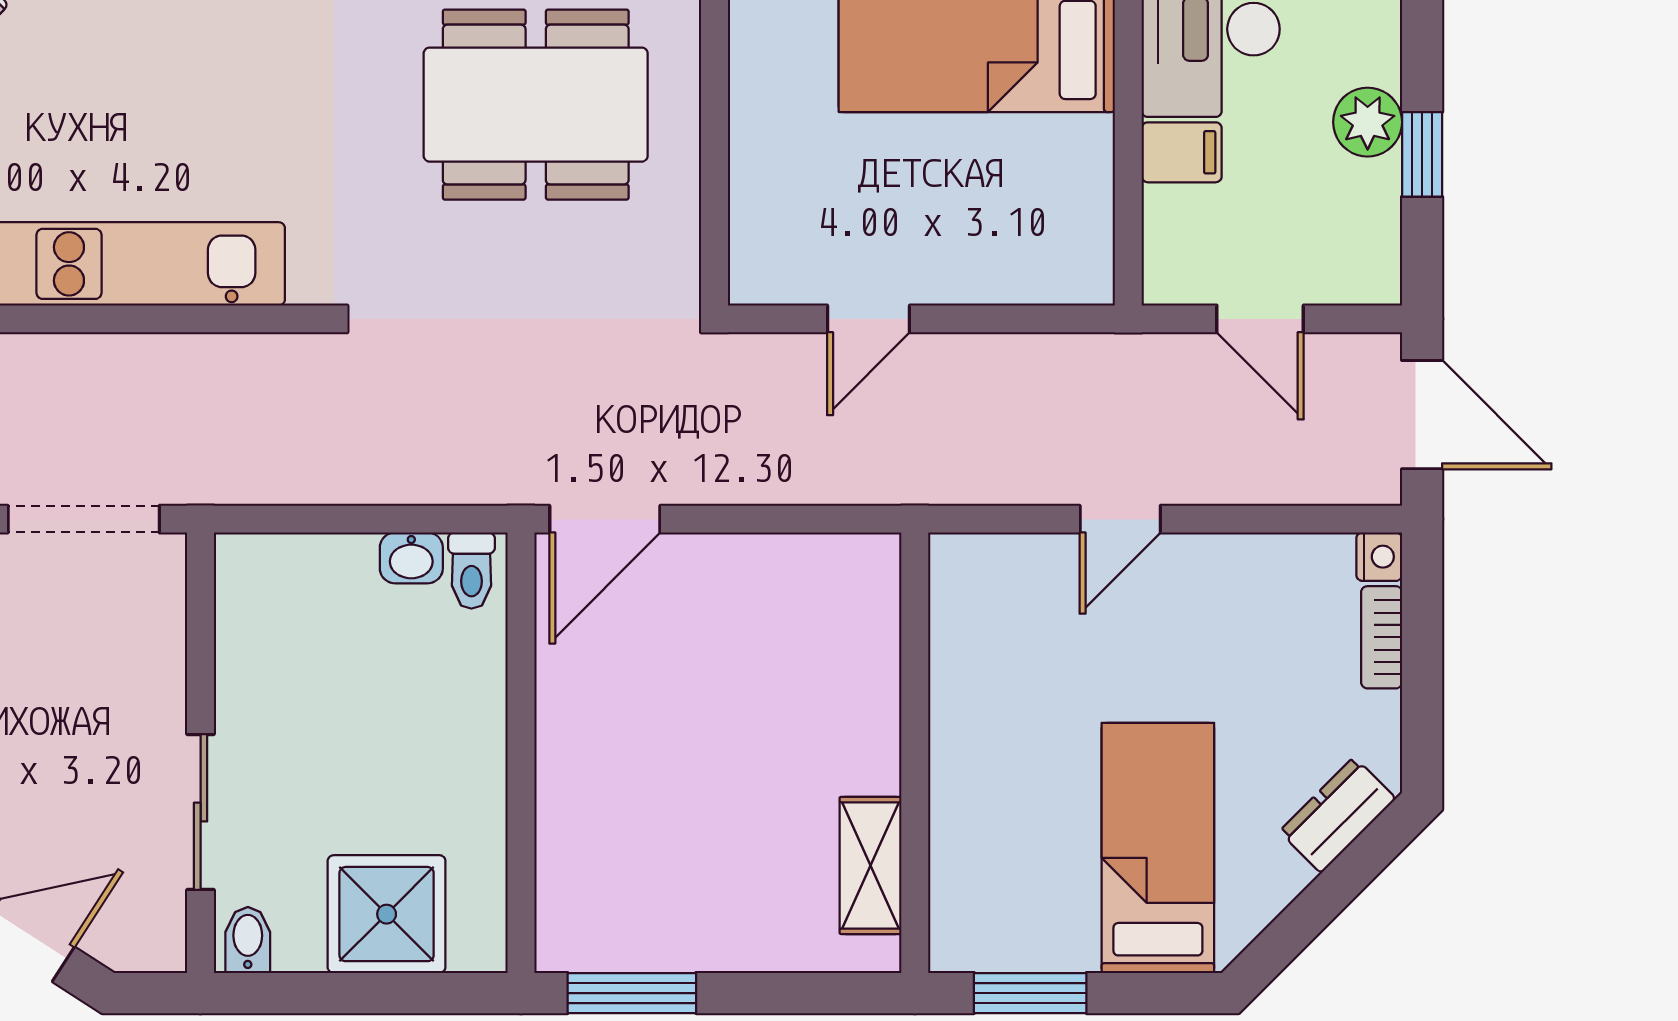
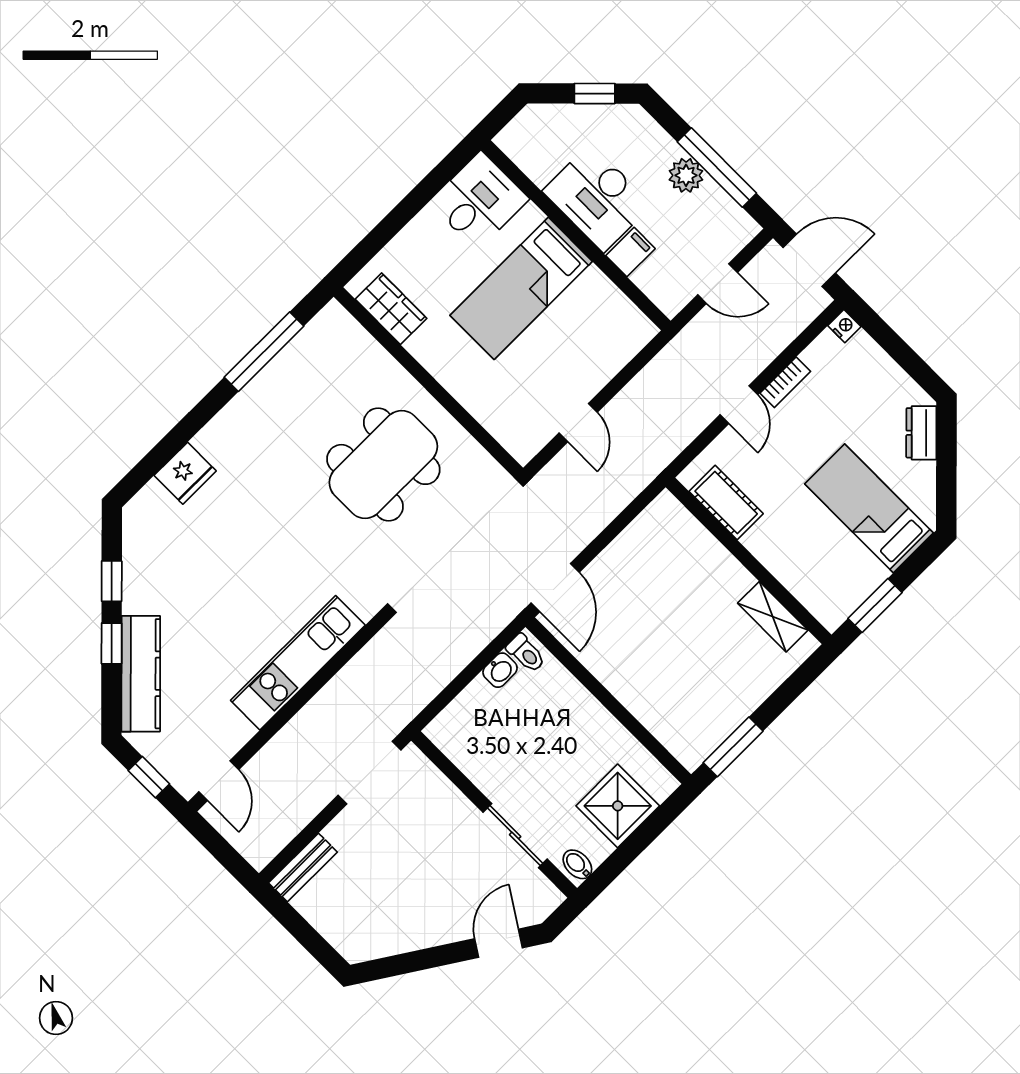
window: (1422, 154) -> (717, 167), width x2.17
bookcase: (1382, 637) -> (785, 382), moved, turned -90
cot: (965, 639) -> (726, 503), added

